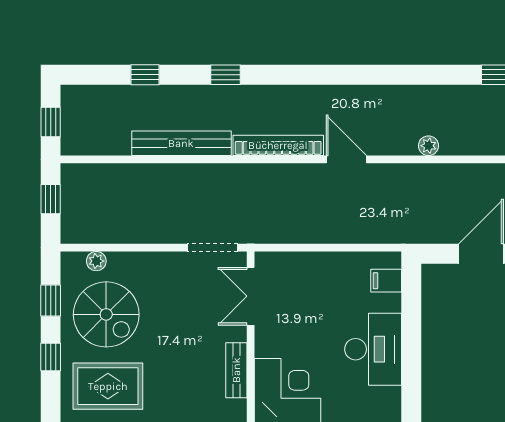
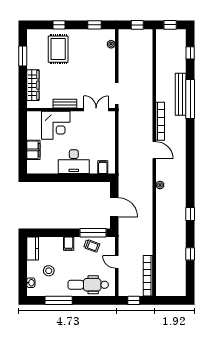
window: (145, 75) -> (190, 53), moved
window: (226, 75) -> (190, 99), width x3.17
bench: (181, 143) -> (181, 94), moved
door: (346, 159) -> (154, 150), hinge flipped
spiral stairs: (106, 314) -> (89, 48), removed
window: (51, 357) -> (59, 25), moved

